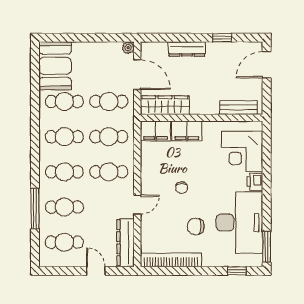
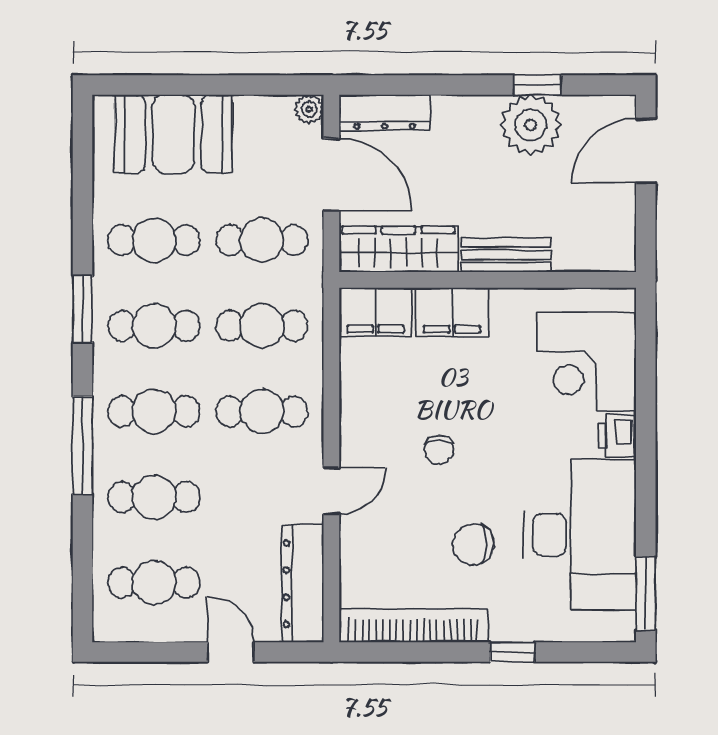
dresser: (187, 49) -> (385, 112), moved
plant: (219, 54) -> (531, 125), added
booth: (55, 66) -> (173, 134), moved, turned 90
bench: (238, 108) -> (506, 255), moved
window: (35, 130) -> (83, 309), added
window: (35, 209) -> (83, 446), moved
window: (237, 271) -> (512, 652), moved

